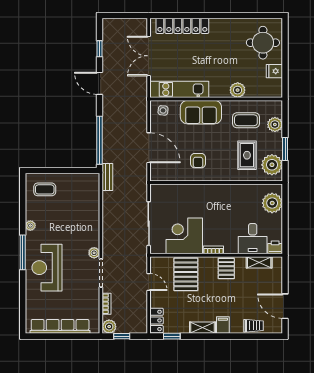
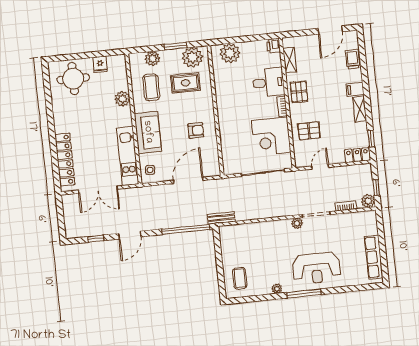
desk: (253, 239) -> (268, 82), moved
pallet: (226, 268) -> (299, 92), turned 90
pallet: (186, 274) -> (309, 131), width x0.67, depth x0.71
row of seats: (60, 326) -> (374, 257), width x0.73

